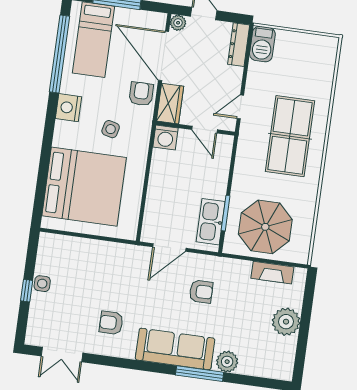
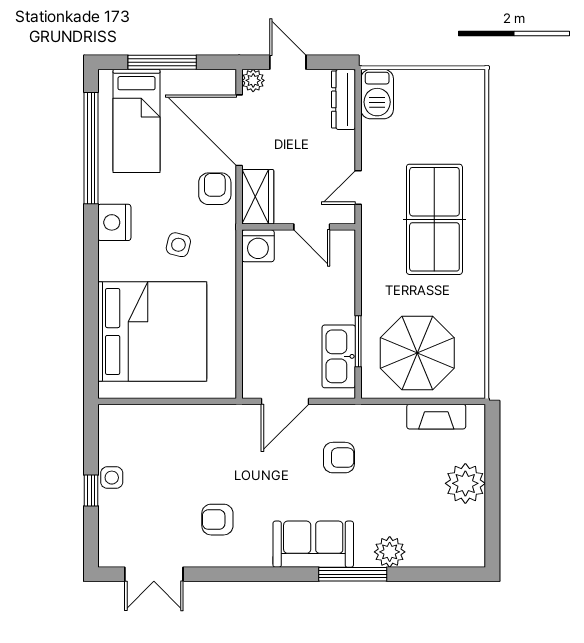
sofa: (175, 349) -> (313, 544), width x0.73

